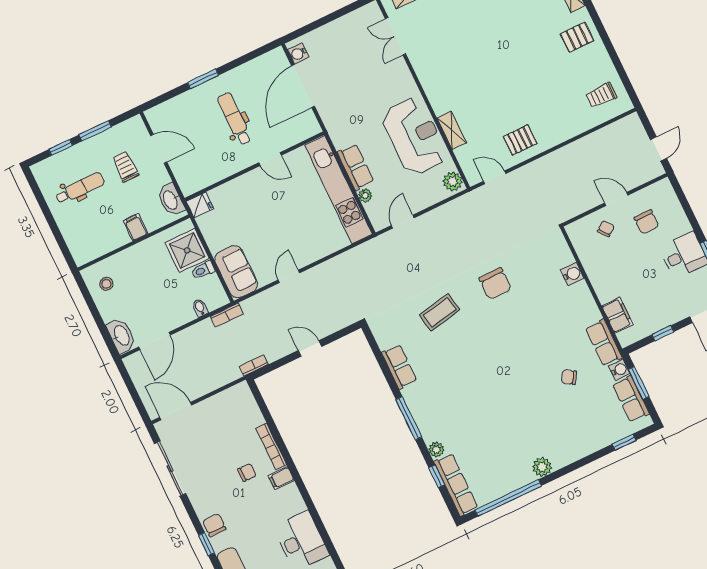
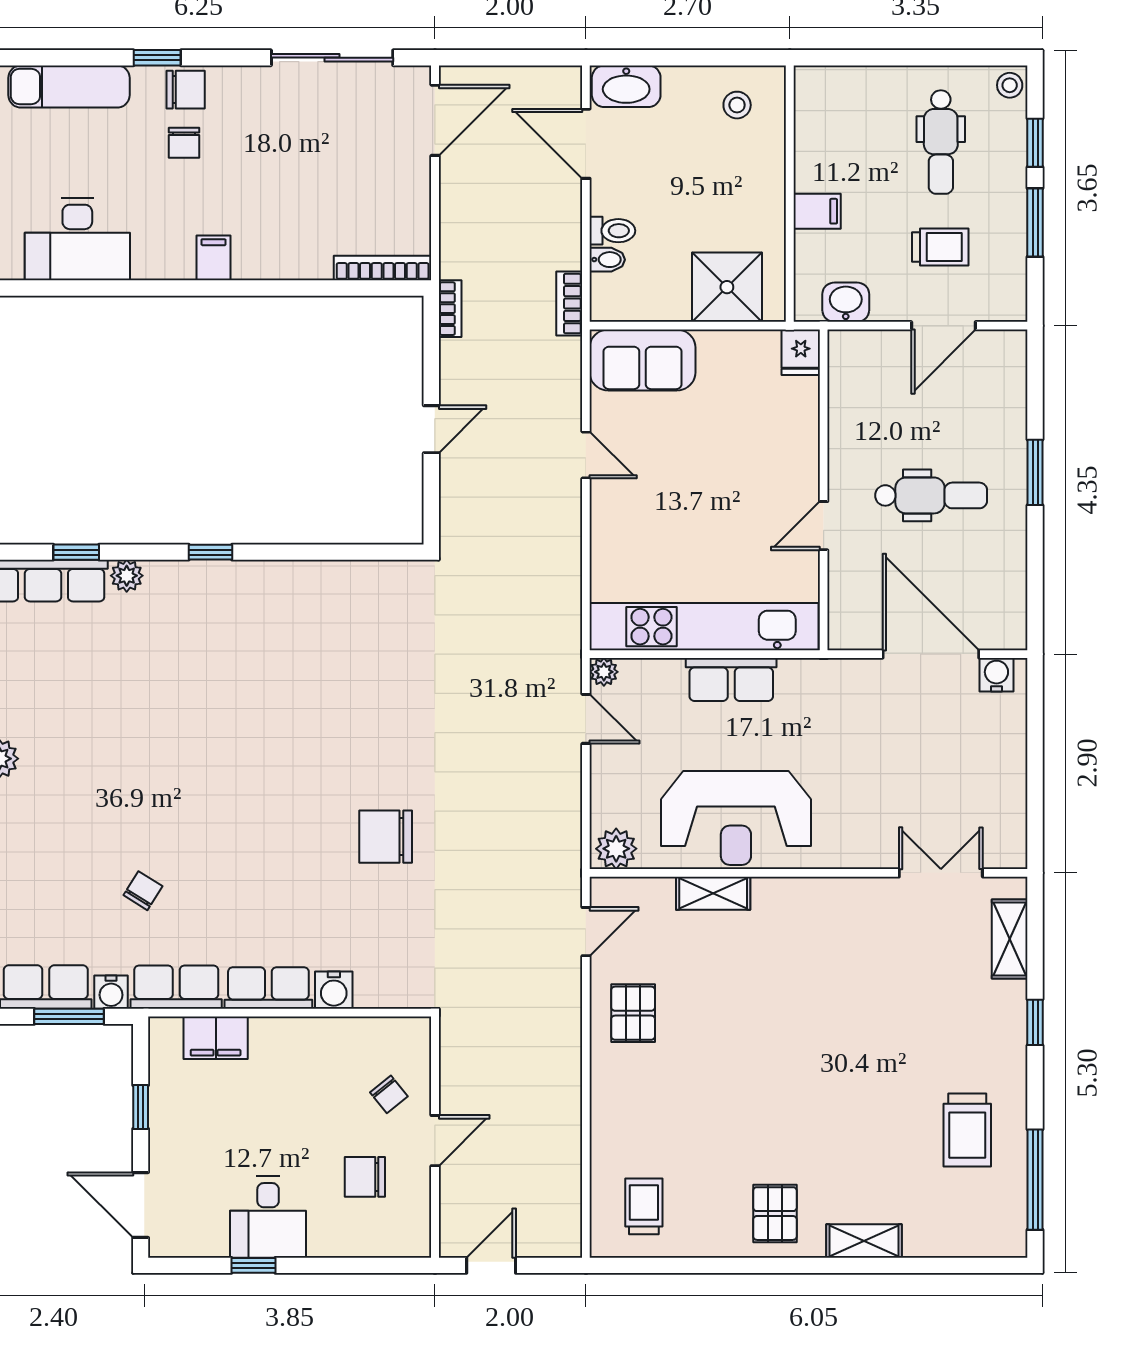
door: (658, 149) -> (491, 1265), swing flipped
stool: (41, 170) -> (1010, 85), added
plant: (365, 195) -> (604, 672), moved
washbasin: (171, 200) -> (846, 302), width x0.72
toilet: (203, 270) -> (612, 231), moved, turned 90
coffee table: (440, 312) -> (382, 706), removed
row of seats: (399, 367) -> (268, 988), moved, turned 180
window: (409, 418) -> (210, 552), width x0.46
bookcase: (271, 446) -> (383, 268), moved
chair: (247, 472) -> (184, 143), moved

